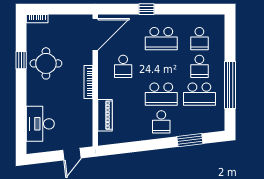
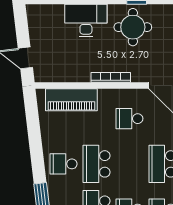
piano: (105, 115) -> (71, 100), width x1.37, depth x1.33
desk: (40, 124) -> (86, 20), moved

